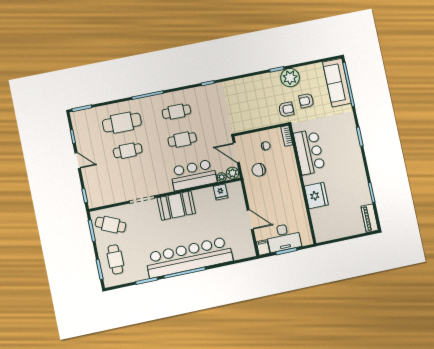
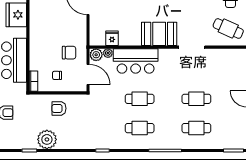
plant: (290, 78) -> (47, 139), moved
armchair: (286, 109) -> (59, 108), moved
cafe table: (122, 123) -> (196, 128), width x0.73, depth x0.74

